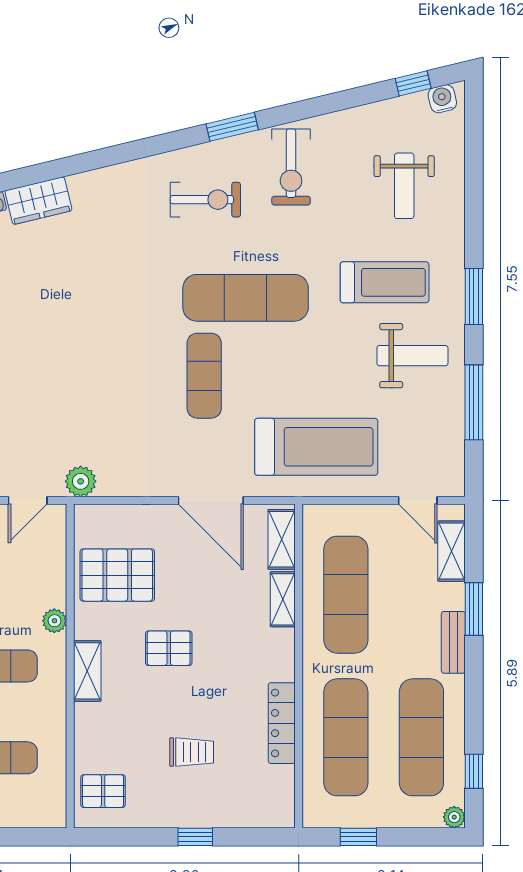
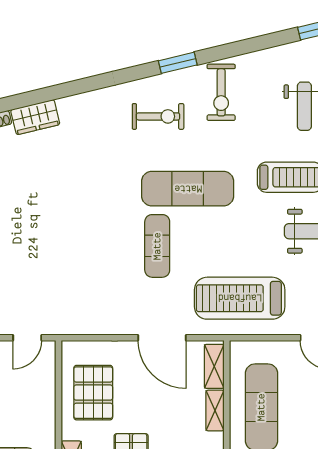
treadmill: (316, 447) -> (240, 298), turned 180
plant: (81, 481) -> (66, 324), removed
pallet: (117, 575) -> (93, 393), turned 90
plant: (54, 621) -> (47, 426), removed

